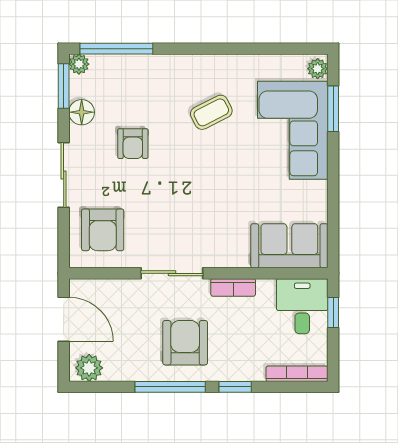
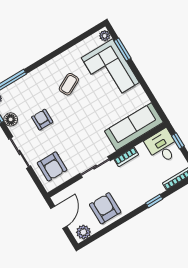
armchair: (133, 144) -> (42, 120), turned 180
sofa: (289, 246) -> (134, 127), width x1.36
door: (64, 319) -> (59, 217), hinge flipped
armchair: (185, 343) -> (105, 208), moved
window: (170, 387) -> (125, 219), removed

